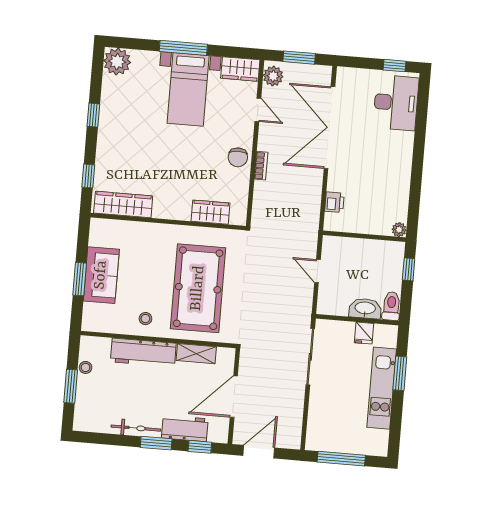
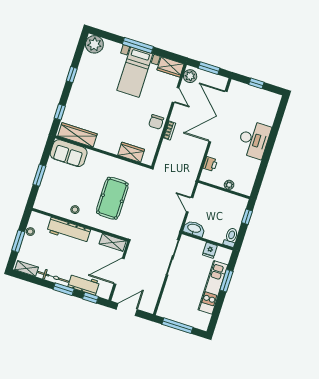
window: (395, 66) -> (256, 83), moved
desk: (396, 103) -> (254, 140), moved
plant: (399, 230) -> (229, 185), moved
sofa: (101, 275) -> (69, 153), moved, turned 90
pool table: (198, 288) -> (112, 198), width x0.73, depth x0.76
washbasin: (365, 308) -> (194, 229), moved
shelving: (196, 354) -> (113, 242), moved
shelving: (93, 425) -> (27, 268), added

